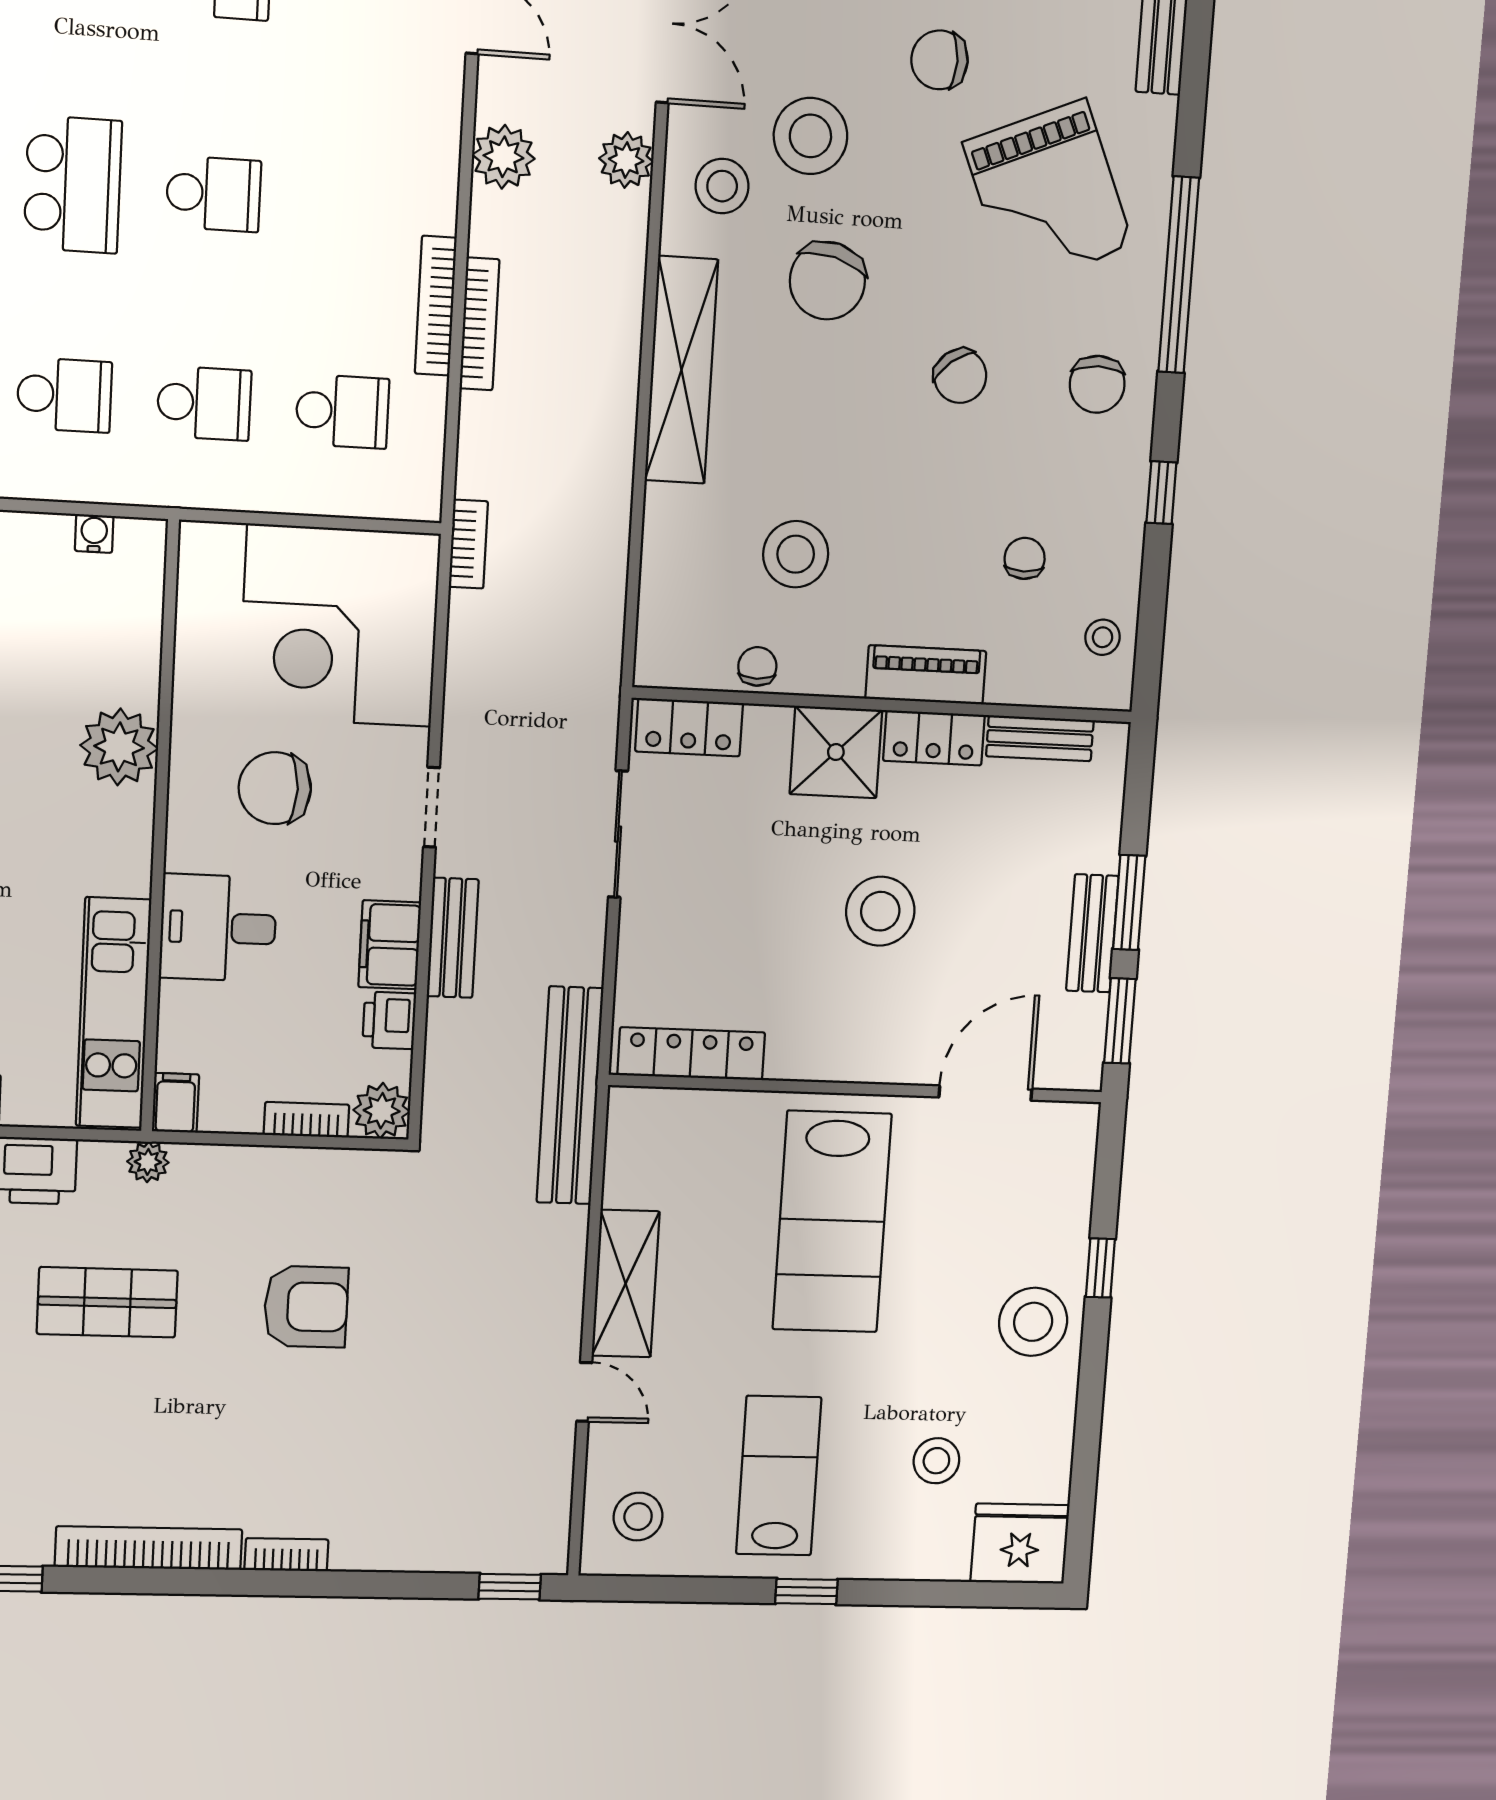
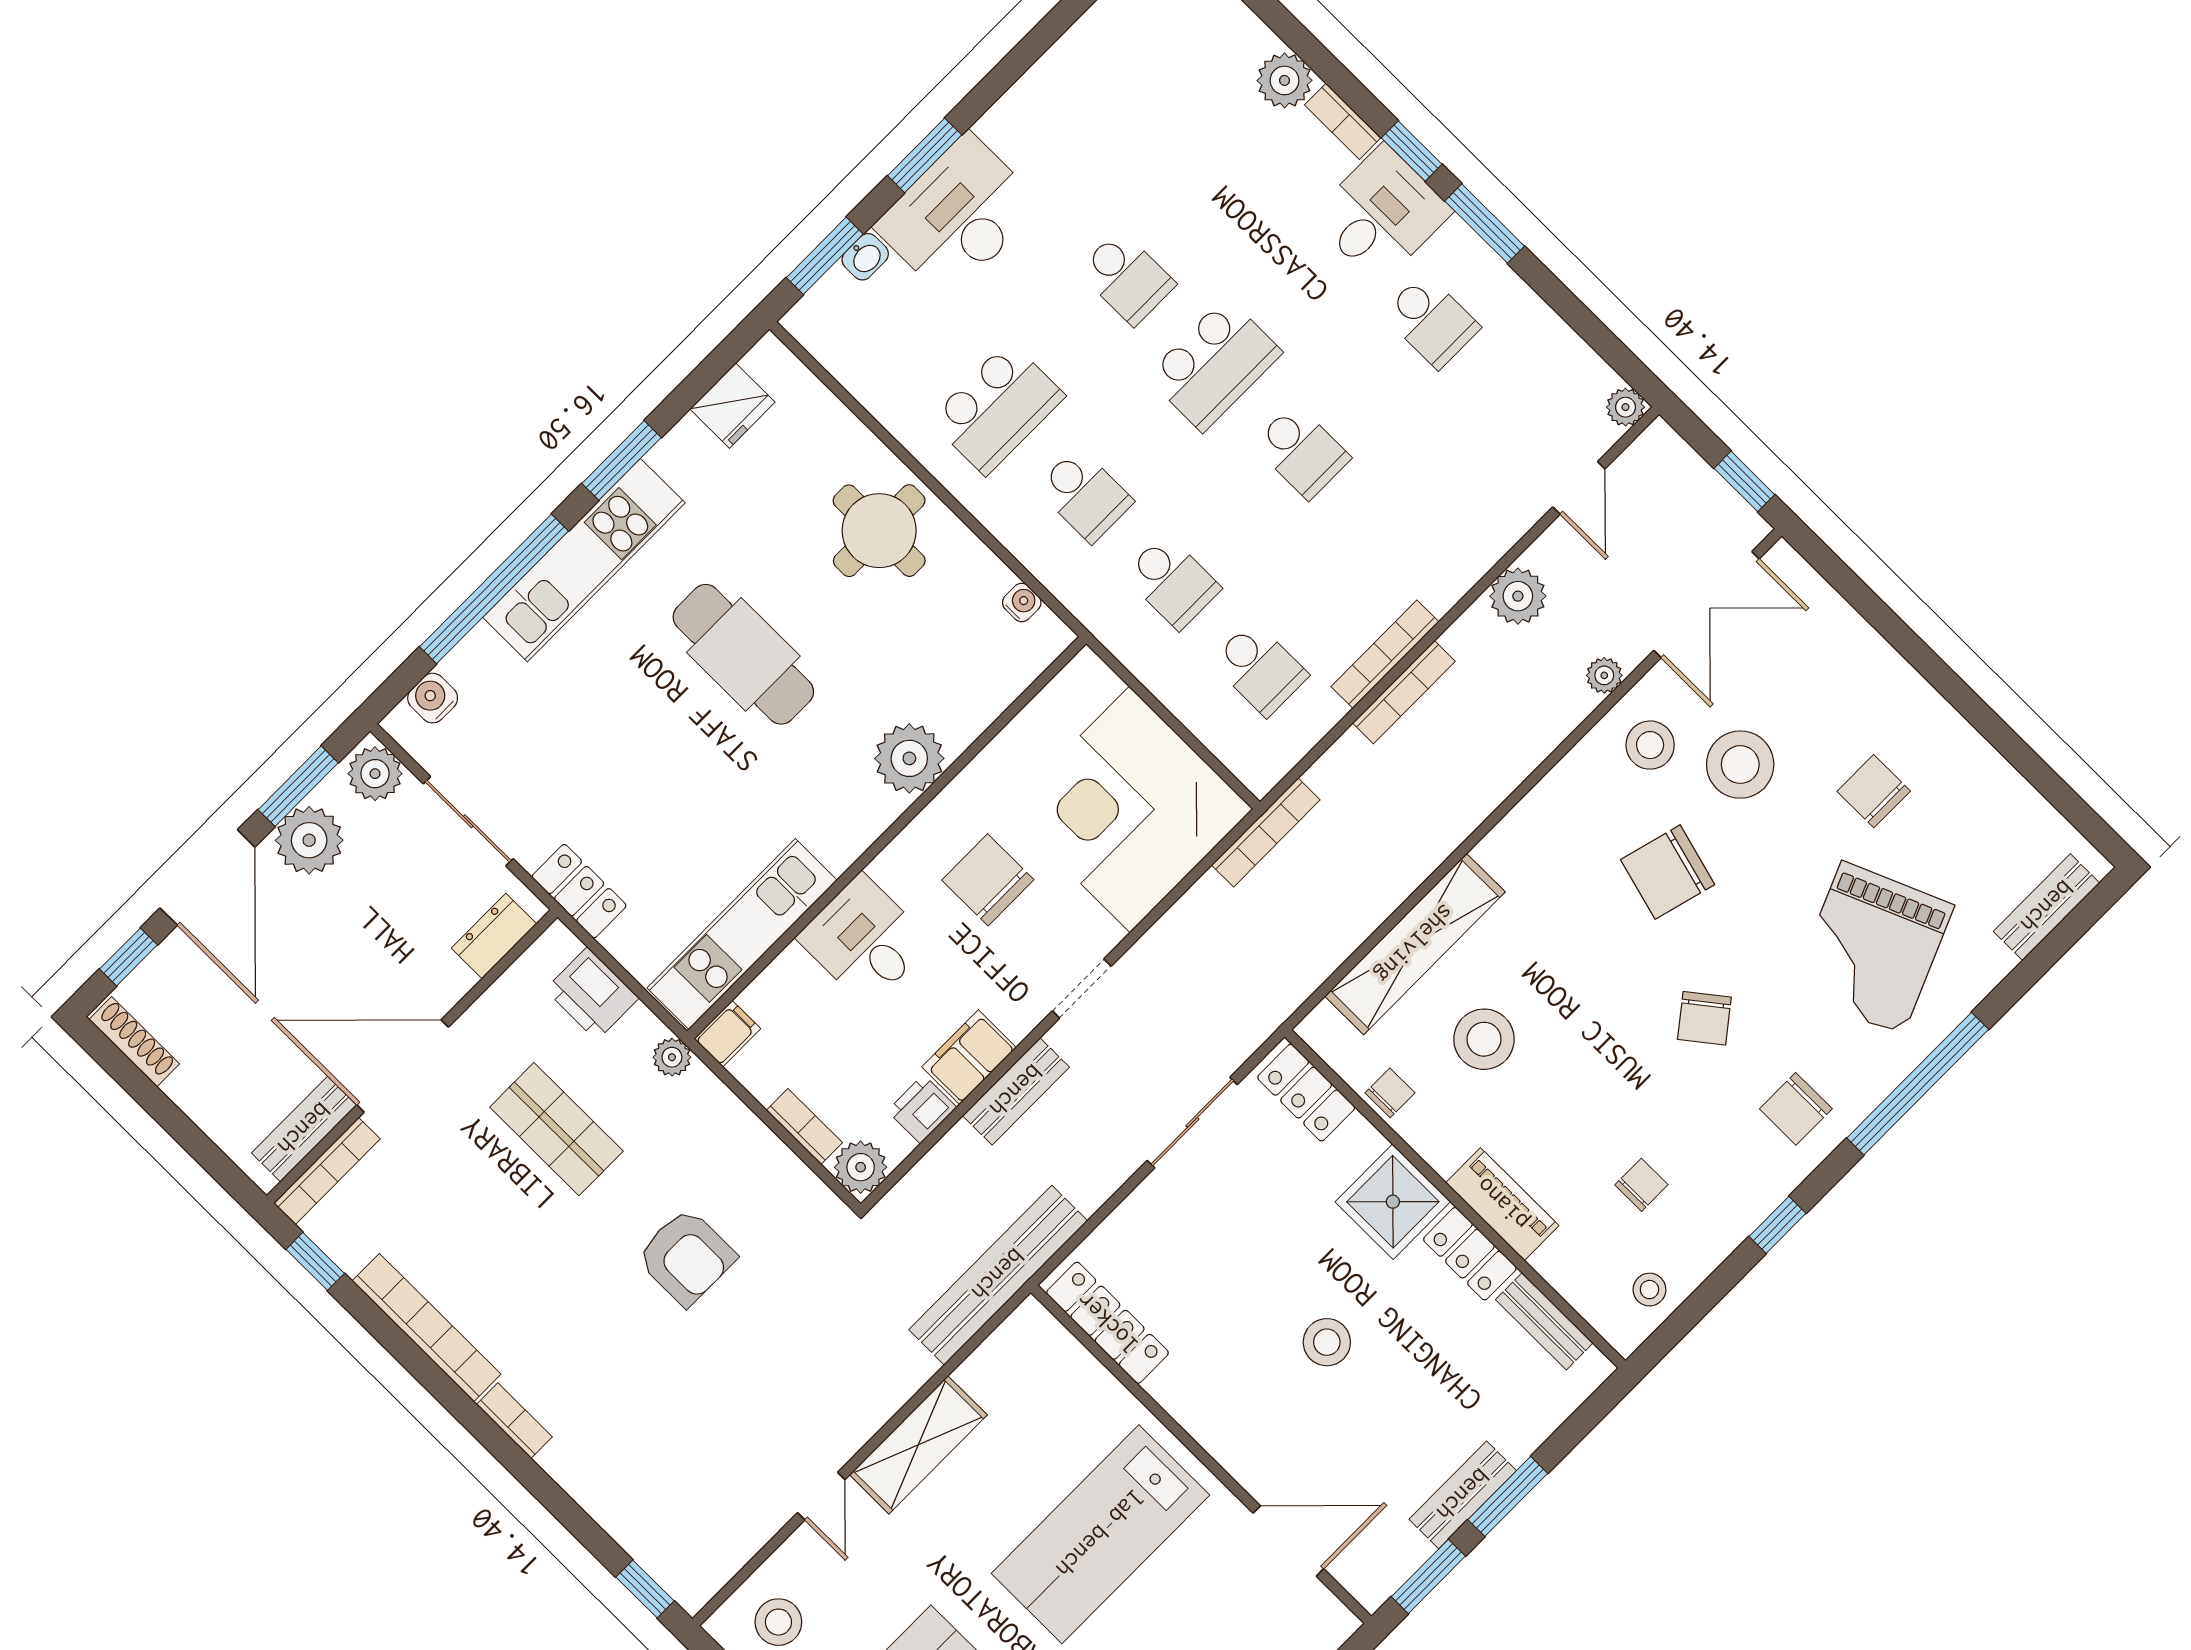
plant: (626, 160) -> (1604, 675), width x0.73, depth x0.73
shelving: (681, 370) -> (1415, 944), moved
bookcase: (468, 544) -> (1266, 832), width x1.56
stool: (880, 911) -> (1327, 1342), width x0.73, depth x0.73

